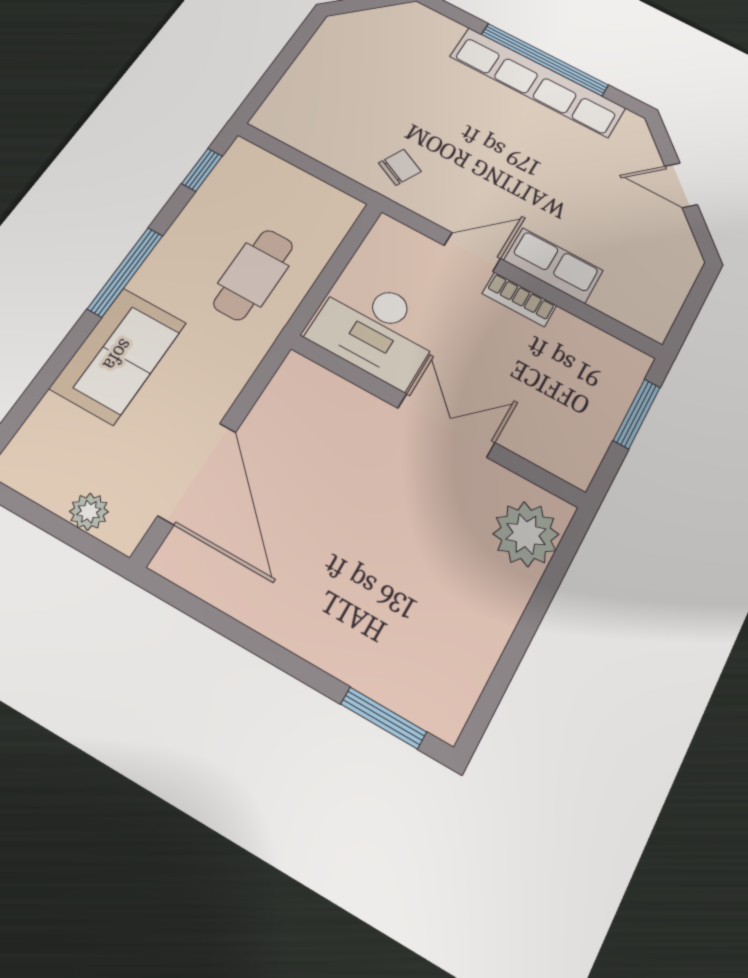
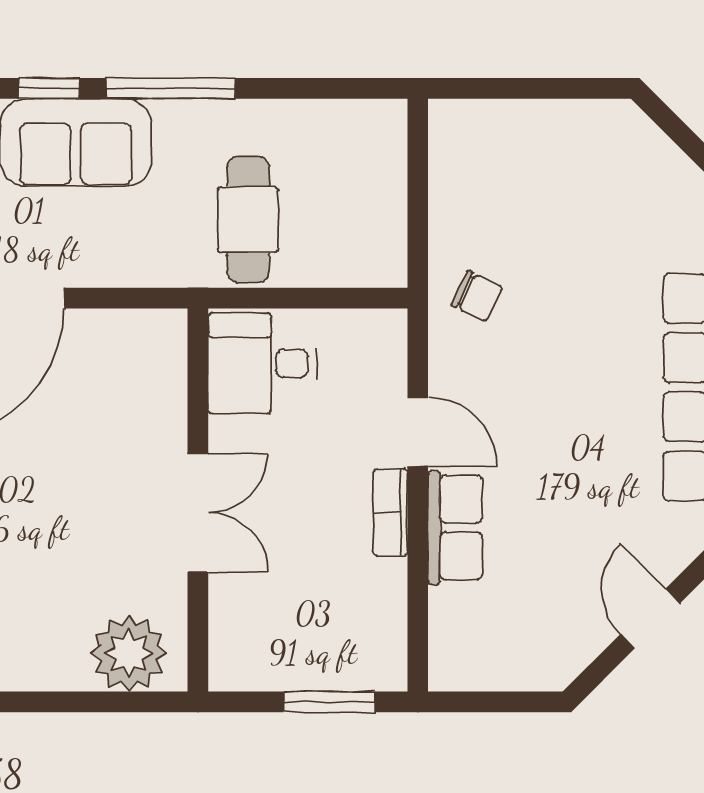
window: (202, 170) -> (49, 88), moved
cafe table: (253, 275) -> (248, 219), turned 90
desk: (376, 329) -> (263, 363), width x0.73

